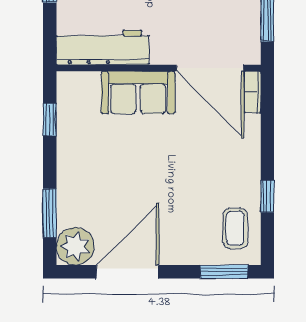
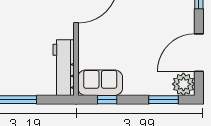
sofa: (138, 93) -> (100, 83), moved, turned -90
door: (128, 272) -> (199, 53), hinge flipped

